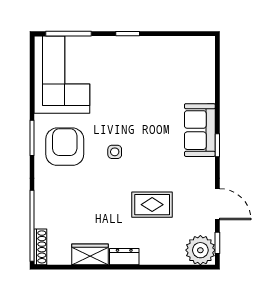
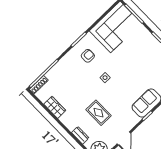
armchair: (65, 147) -> (88, 56), width x0.53, depth x0.53
dresser: (124, 257) -> (80, 135), moved

